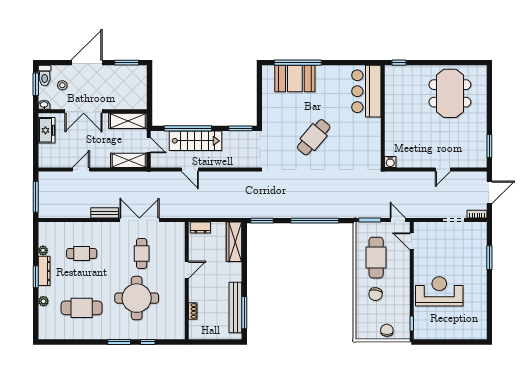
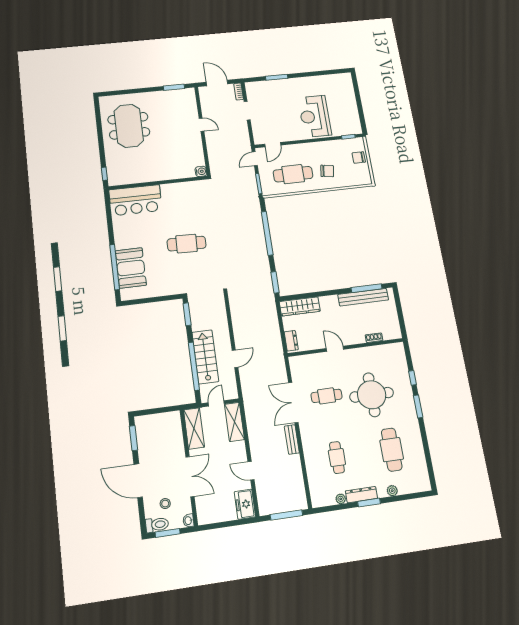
meeting table: (450, 93) -> (129, 126), turned 90
freezer: (47, 130) -> (245, 504), moved, turned -90
cafe table: (314, 137) -> (187, 244), turned -38

